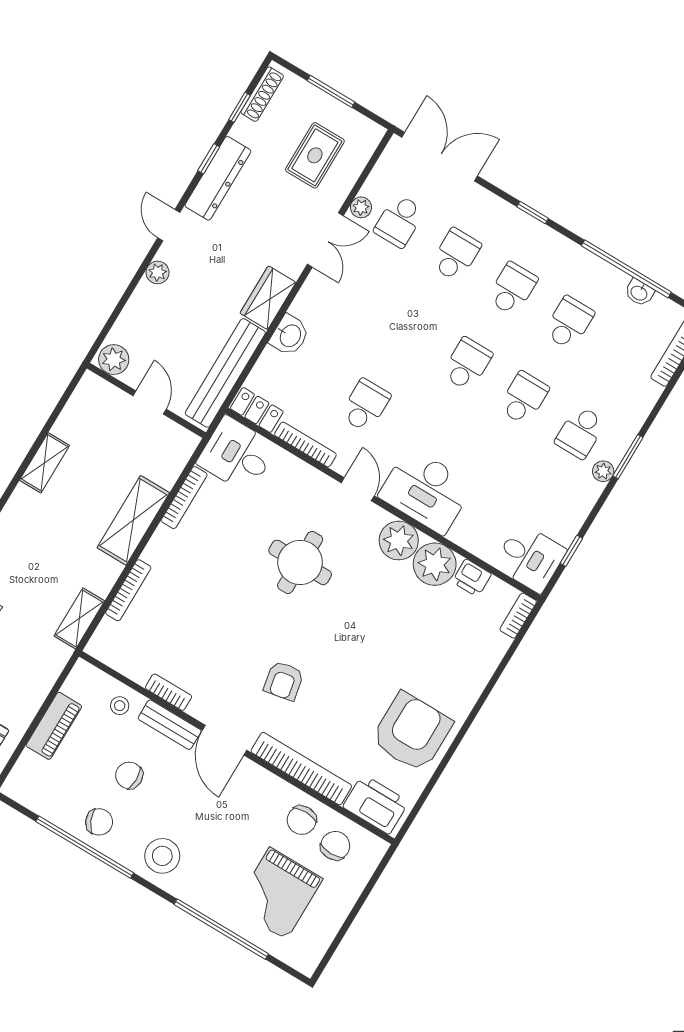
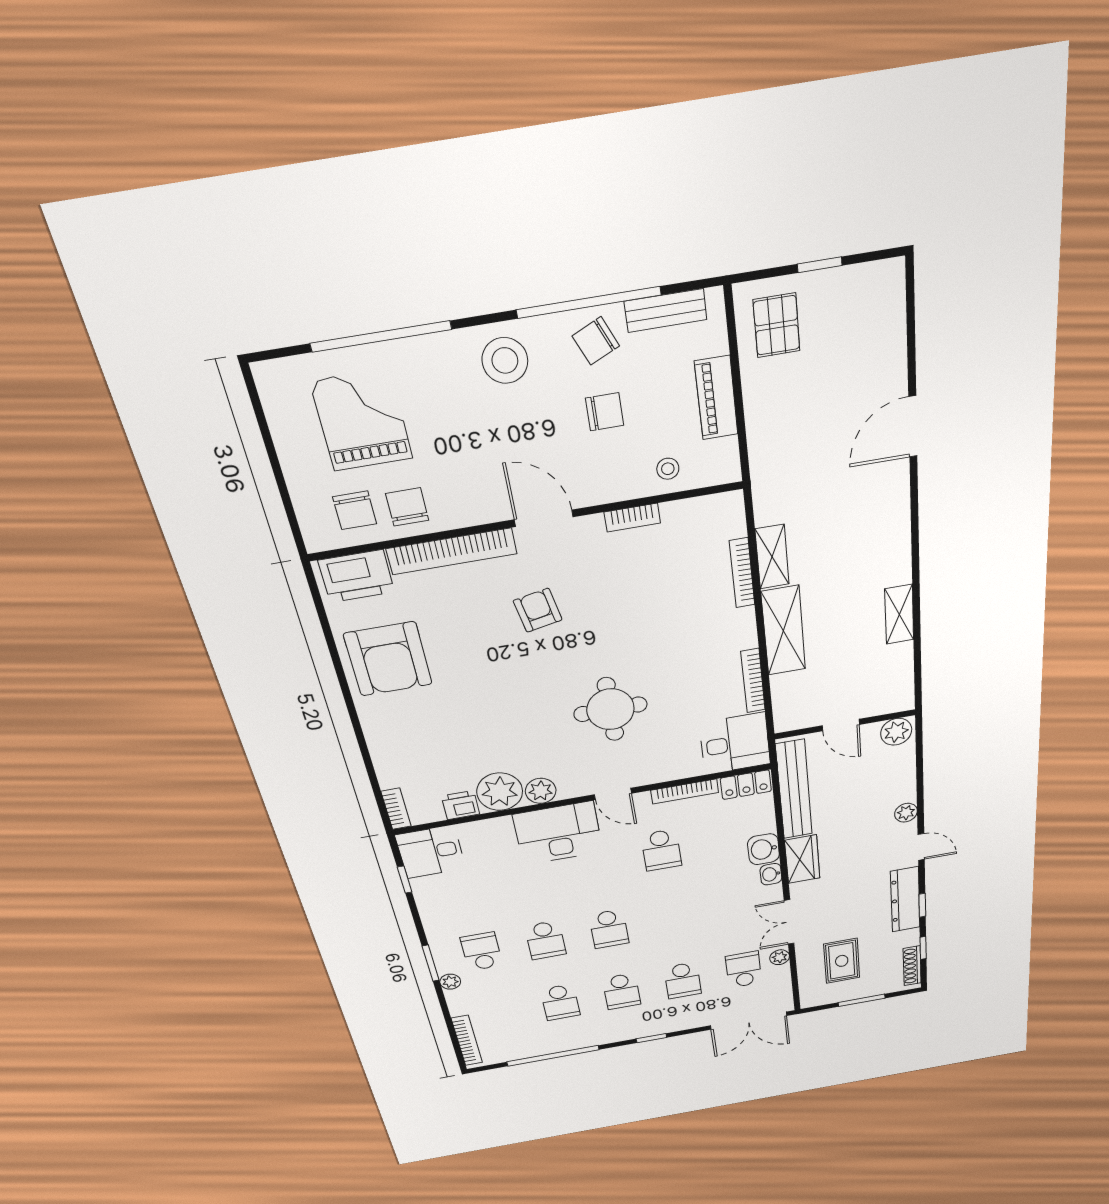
washbasin: (639, 293) -> (771, 874), moved, turned -90
plant: (603, 471) -> (450, 982), moved
plant: (399, 541) -> (541, 791), width x0.73, depth x0.73
shelving: (79, 618) -> (772, 557), moved
bench: (170, 725) -> (666, 311), moved

